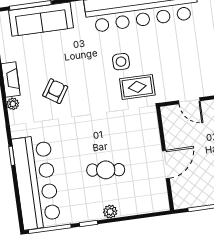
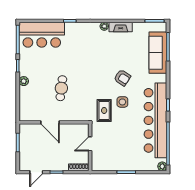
armchair: (55, 91) -> (122, 78), moved
cafe table: (106, 170) -> (61, 88), moved
bar counter: (36, 182) -> (42, 35), width x0.73

